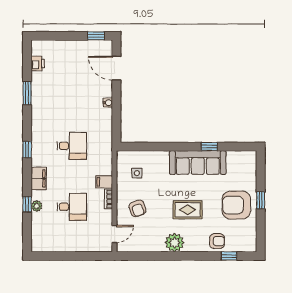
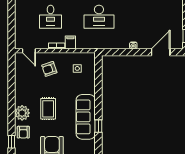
desk: (72, 146) -> (99, 17), width x1.37
plant: (175, 243) -> (22, 113), moved

